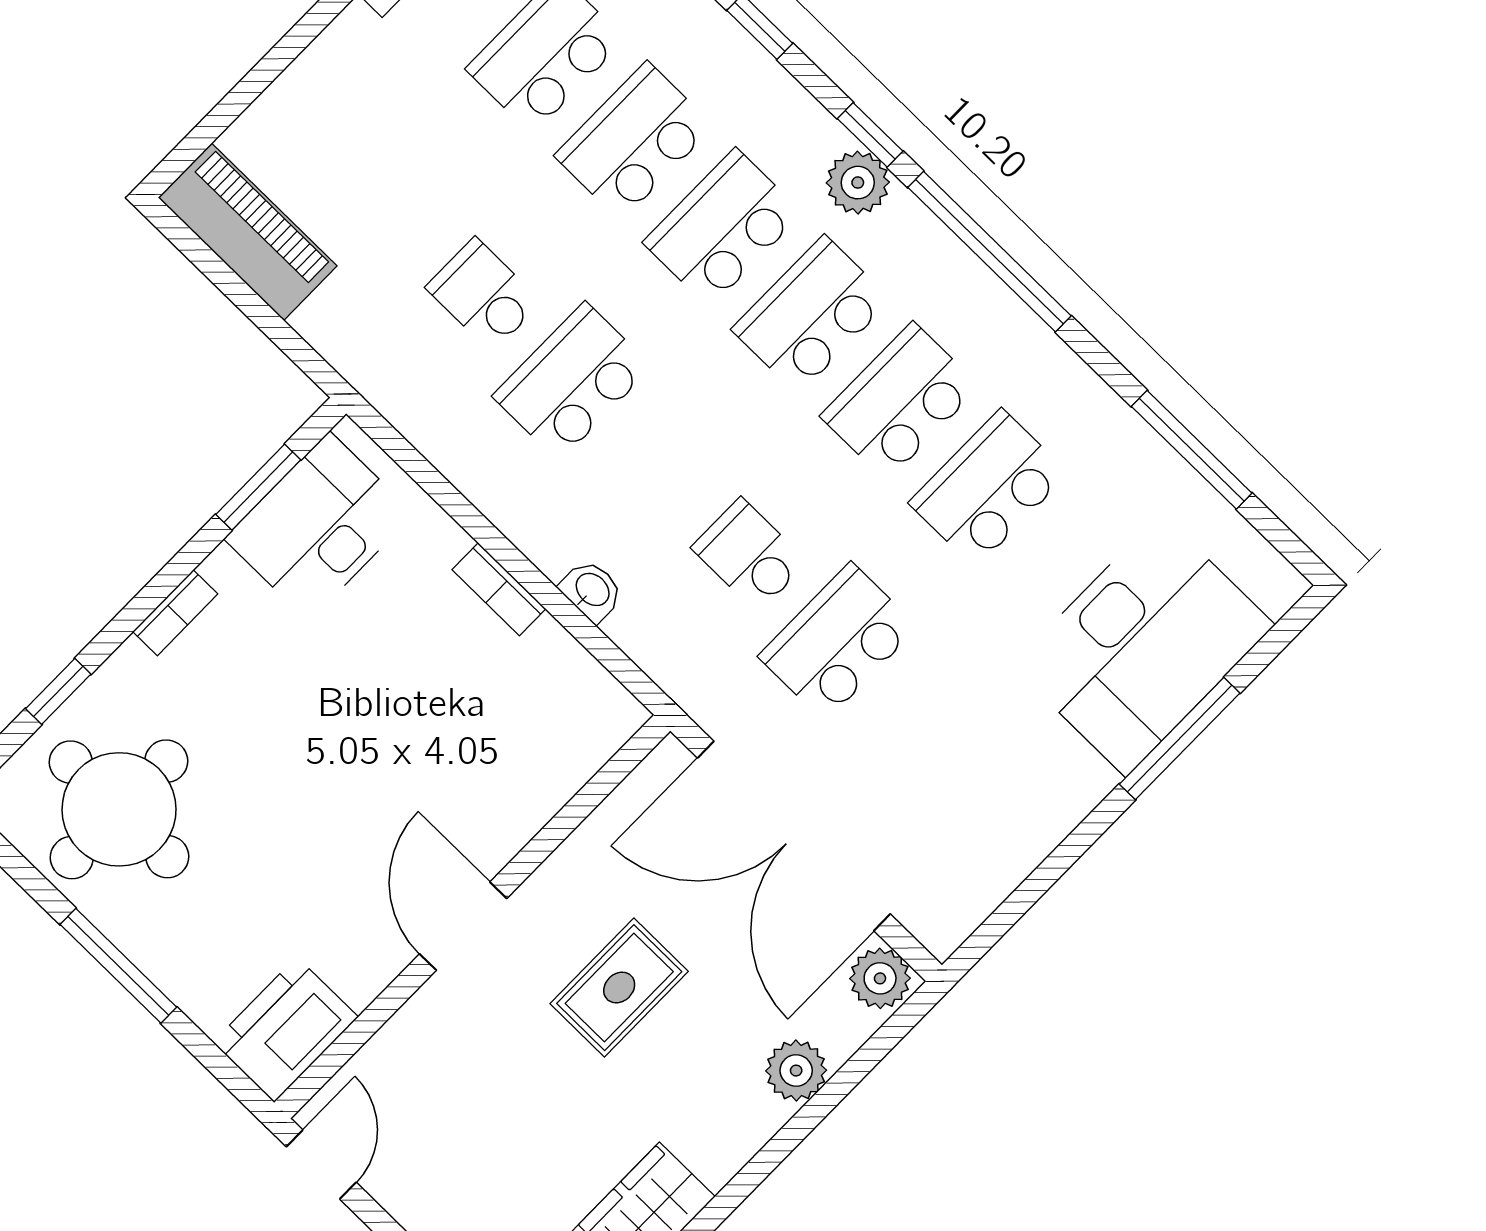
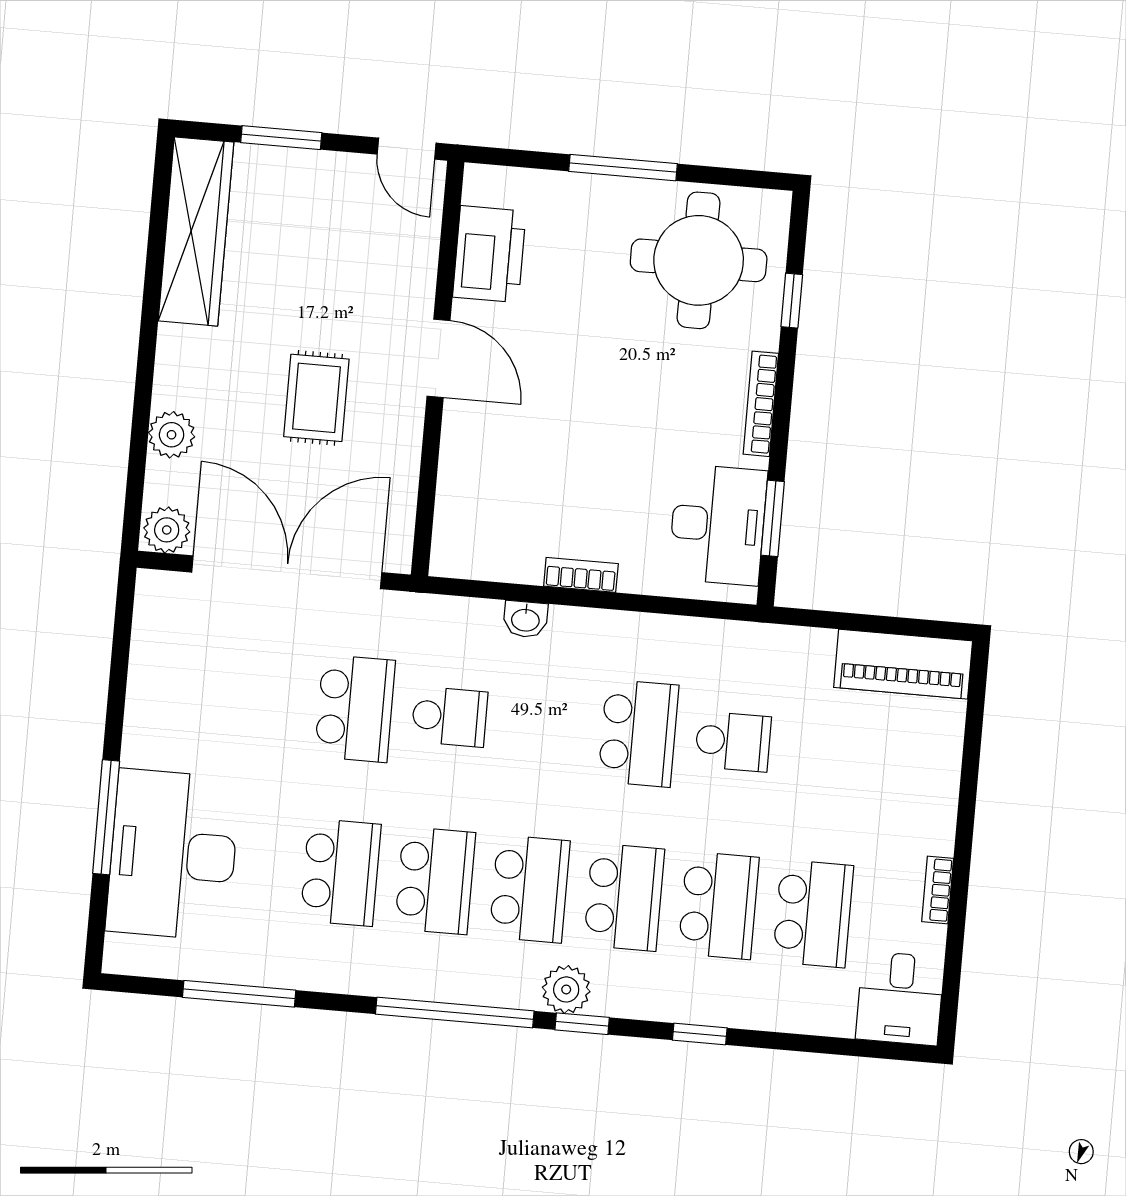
bookcase: (175, 613) -> (761, 404), width x1.56
printer: (286, 1030) -> (489, 254), moved

